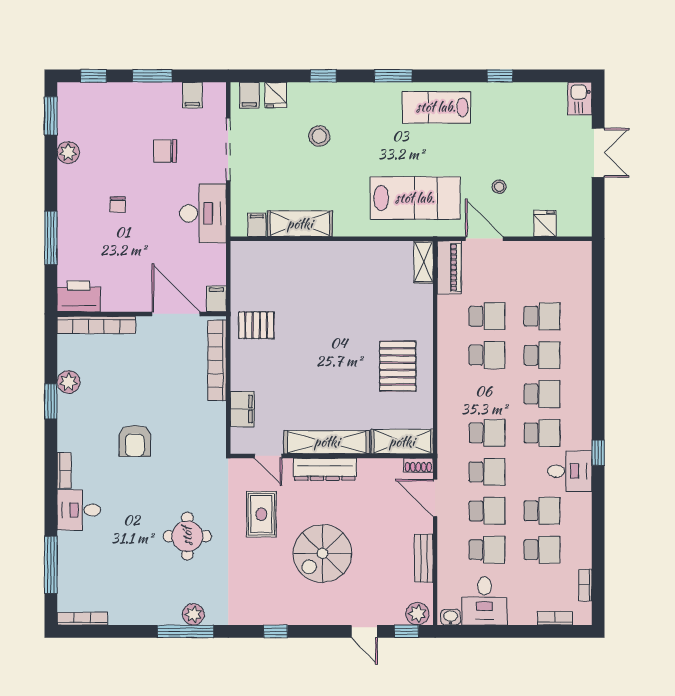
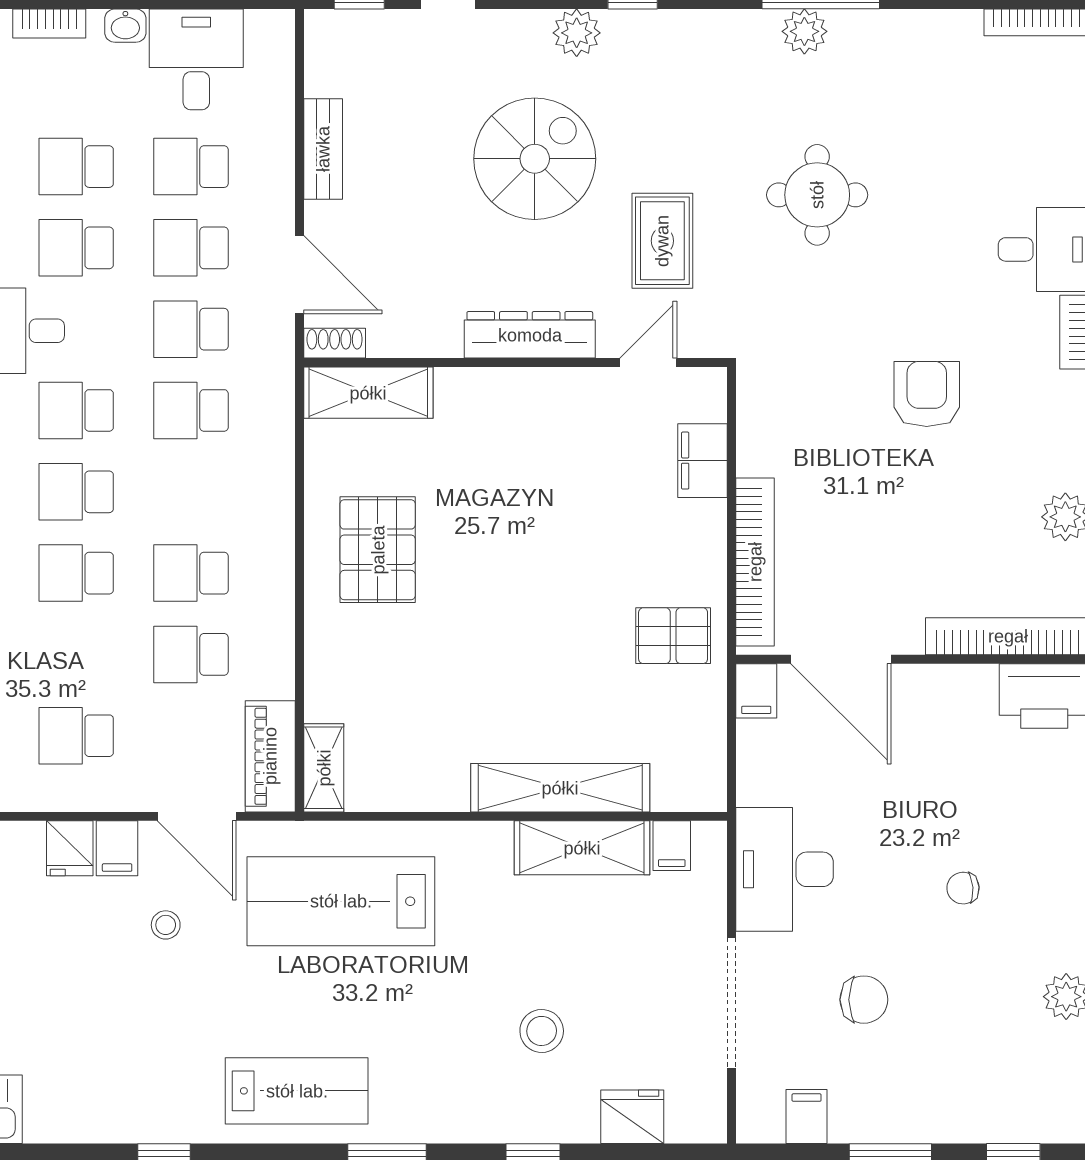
filing cabinet: (249, 95) -> (117, 848), moved, turned 180
fridge: (276, 95) -> (632, 1117), width x1.38
chair: (118, 204) -> (963, 888), turned -94
school desk: (542, 316) -> (76, 736), moved
shelving: (327, 442) -> (560, 788), moved
door: (268, 456) -> (648, 362), hinge flipped
plant: (417, 614) -> (577, 33), moved
washbasin: (451, 617) -> (125, 26), moved

